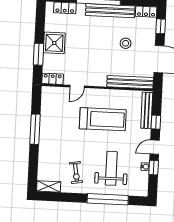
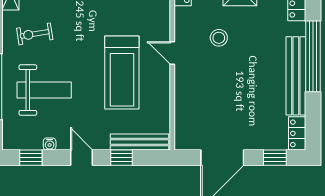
stool: (126, 43) -> (219, 38), moved
bench: (130, 82) -> (183, 113), removed
door: (77, 86) -> (172, 53), moved
window: (154, 168) -> (31, 158), moved

